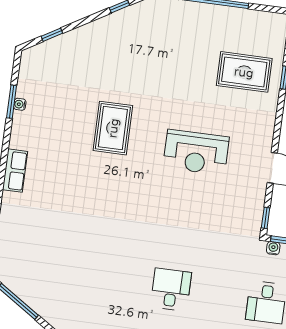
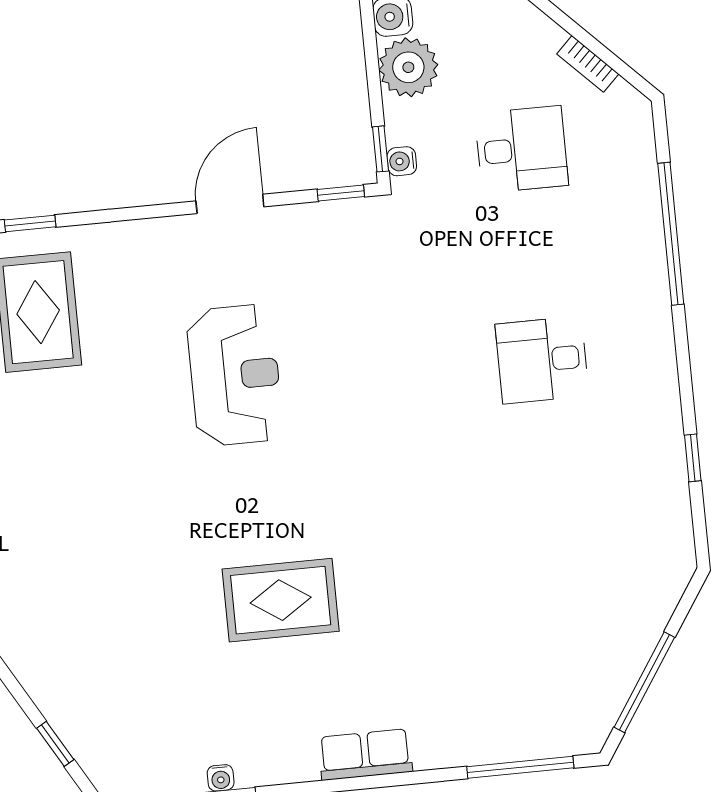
rug: (113, 128) -> (281, 600), moved

